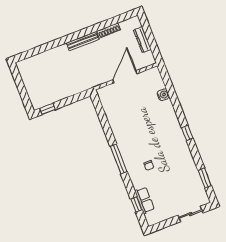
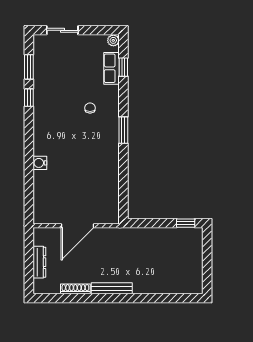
water cooler: (163, 95) -> (40, 163), moved
window: (187, 133) -> (29, 98), moved
window: (119, 159) -> (123, 130), width x0.69
plant: (151, 221) -> (113, 40), added

